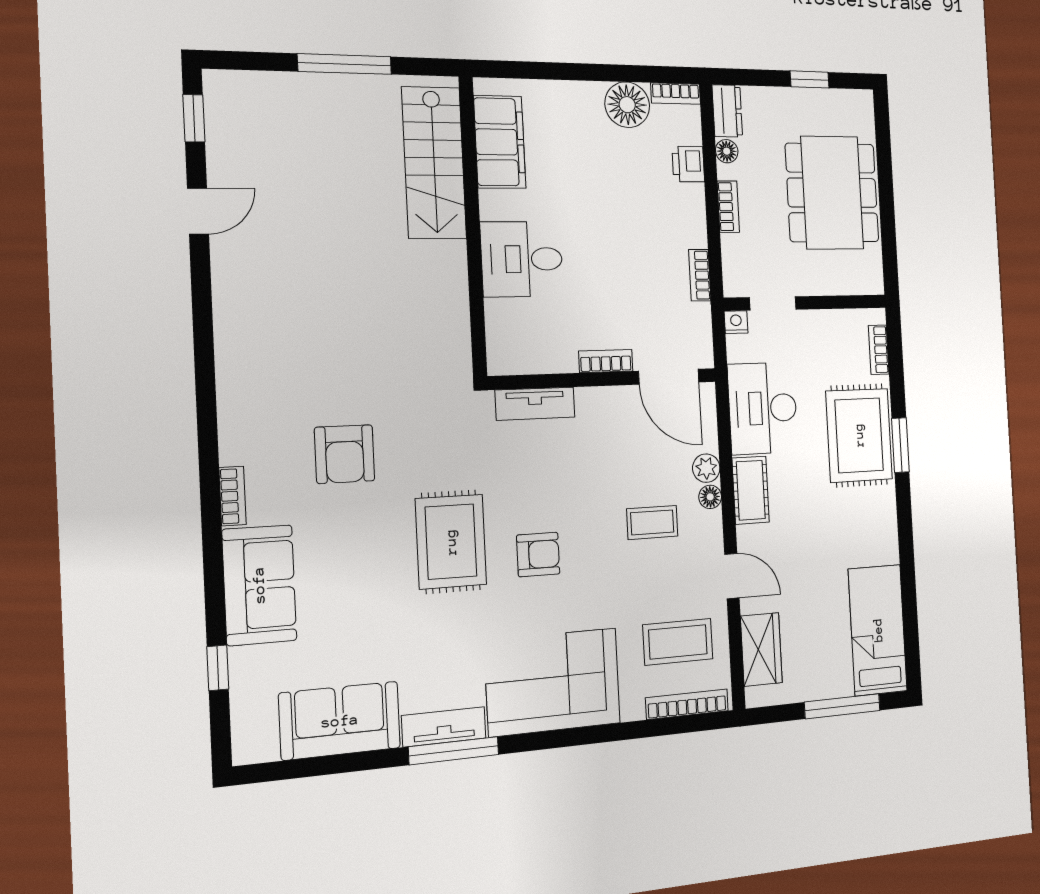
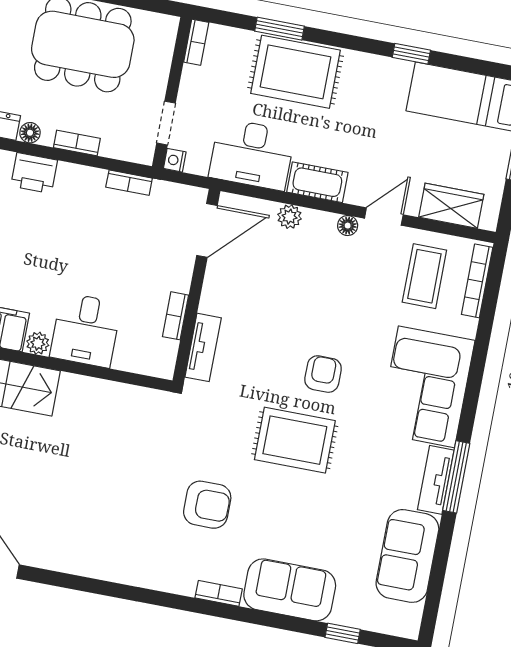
printer: (688, 164) -> (34, 173), width x1.36, depth x1.24
plant: (493, 205) -> (38, 343), added
bookcase: (879, 350) -> (196, 42), moved, turned -90
bookcase: (606, 361) -> (176, 316), moved
window: (900, 445) -> (280, 29), moved
floor lamp: (710, 497) -> (348, 226), moved
coffee table: (652, 522) -> (322, 274), removed
window: (907, 558) -> (411, 54), added

